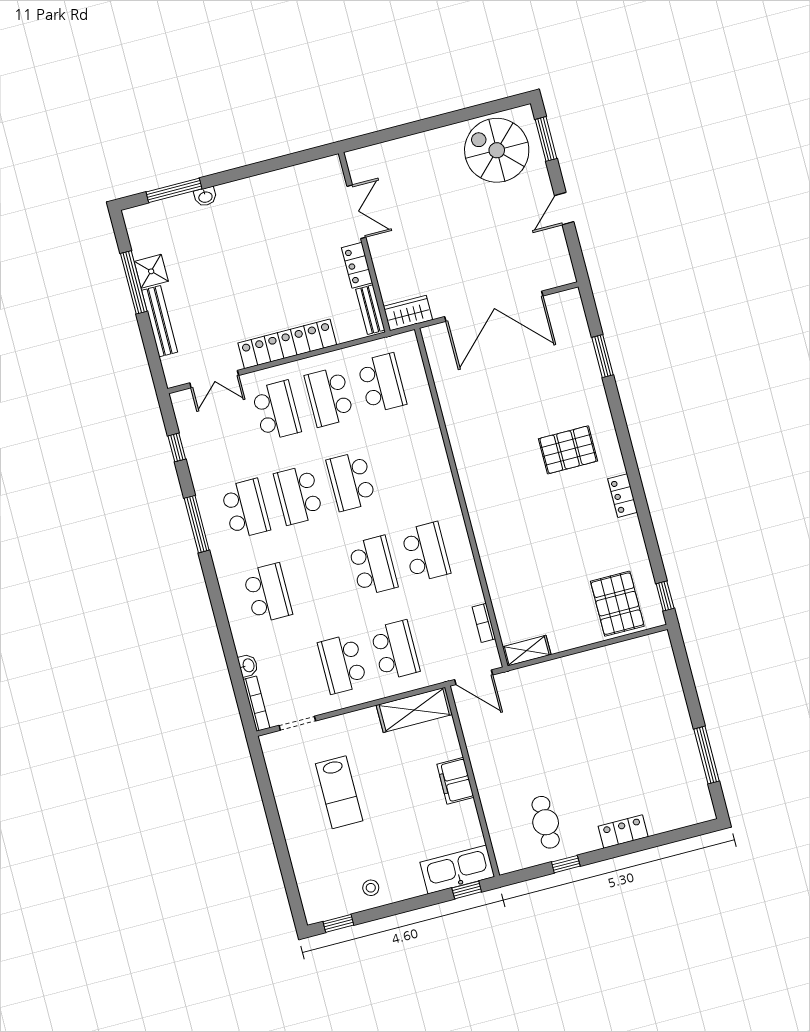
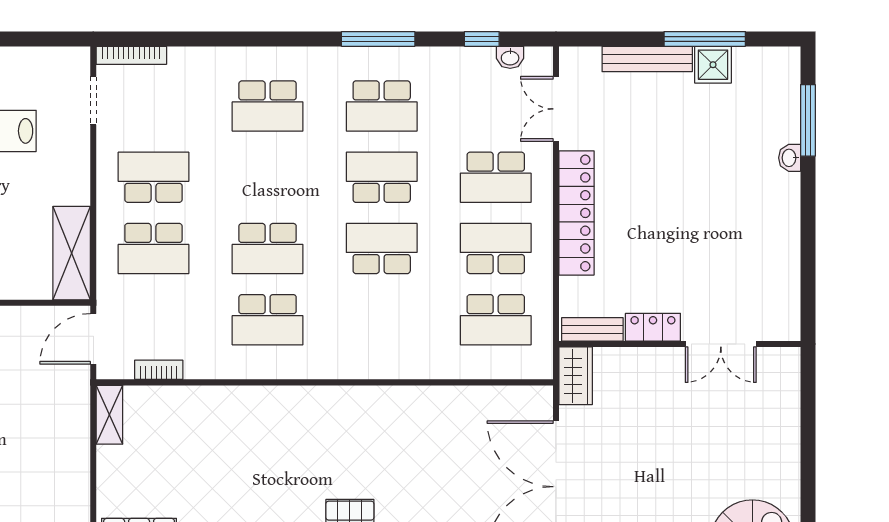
washbasin: (248, 665) -> (510, 57), moved

